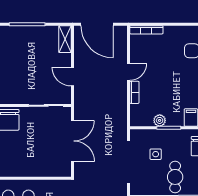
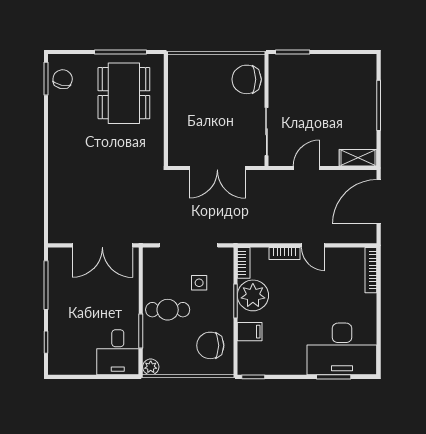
plant: (160, 120) -> (253, 295), width x1.87, depth x1.87
bookcase: (141, 122) -> (244, 263), added

